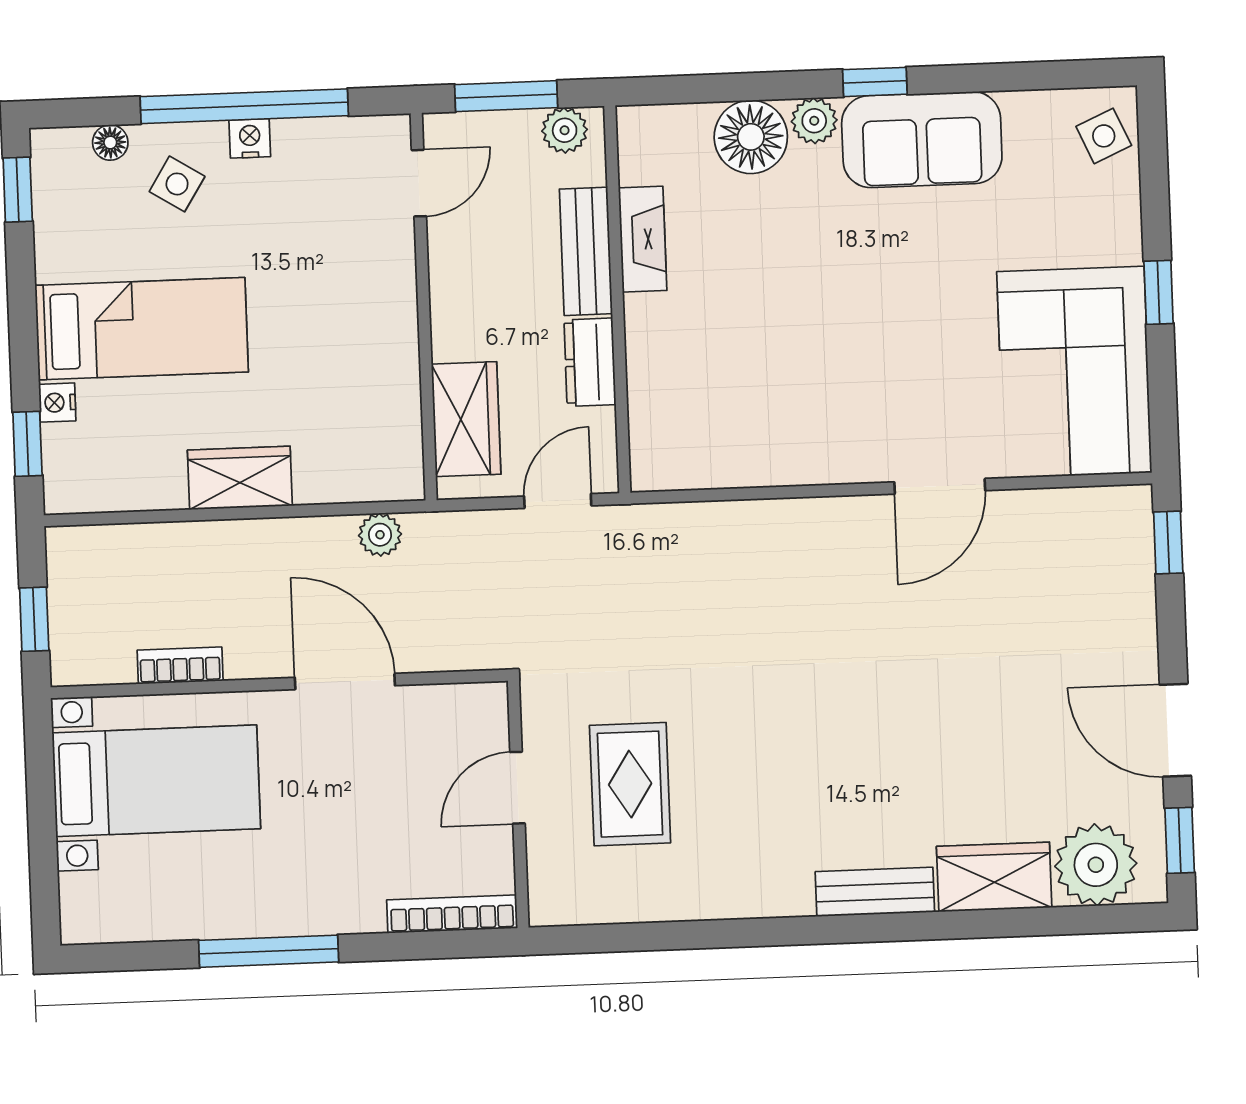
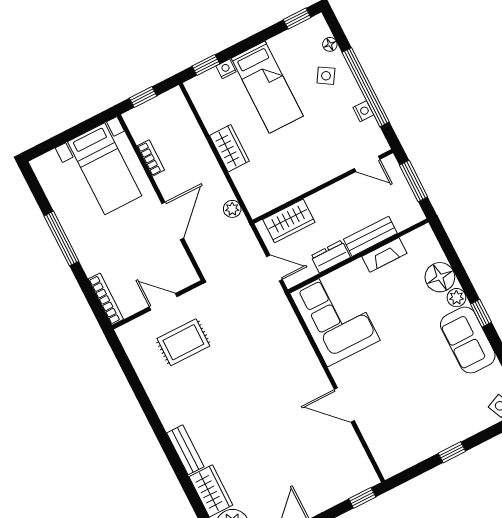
plant: (565, 130) -> (411, 208), removed
nightstand: (250, 138) -> (363, 111), moved
corner sofa: (1074, 372) -> (335, 317), moved, turned 90

